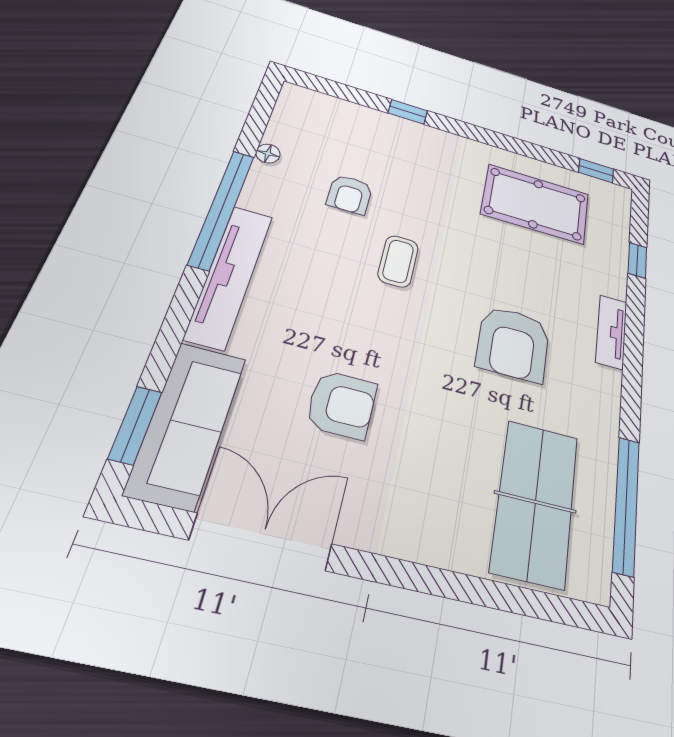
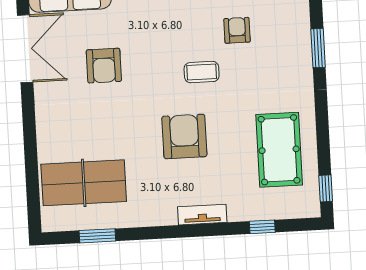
window: (408, 112) -> (318, 48), width x1.50
armchair: (350, 194) -> (237, 30), turned 90
armchair: (513, 343) -> (184, 136), moved, turned 90
window: (626, 505) -> (97, 236), width x0.47

